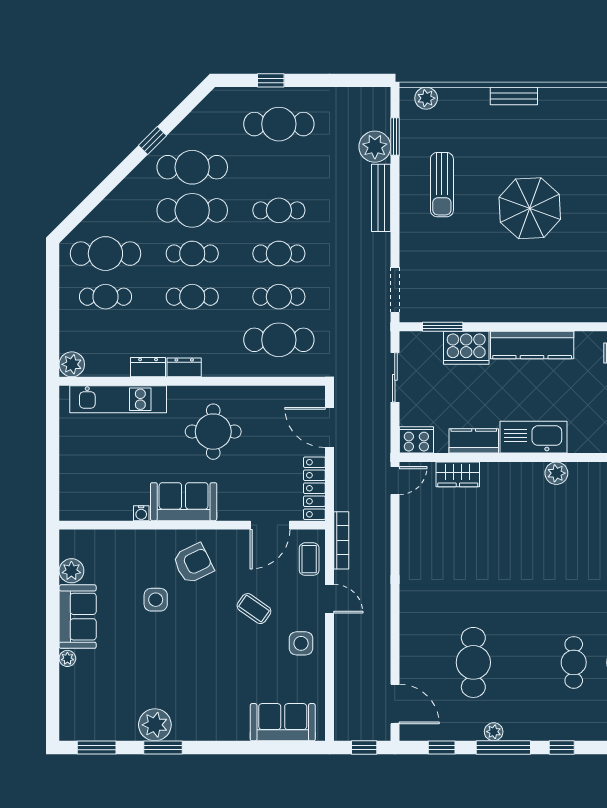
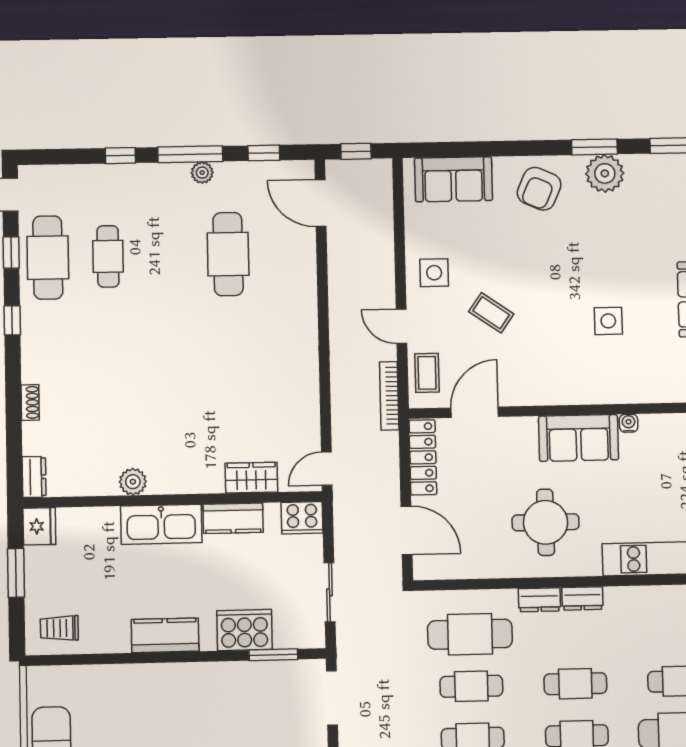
kitchen counter: (532, 345) -> (165, 635), width x0.67
dresser: (148, 367) -> (539, 600), moved
armchair: (193, 563) -> (539, 189), moved, turned -40

